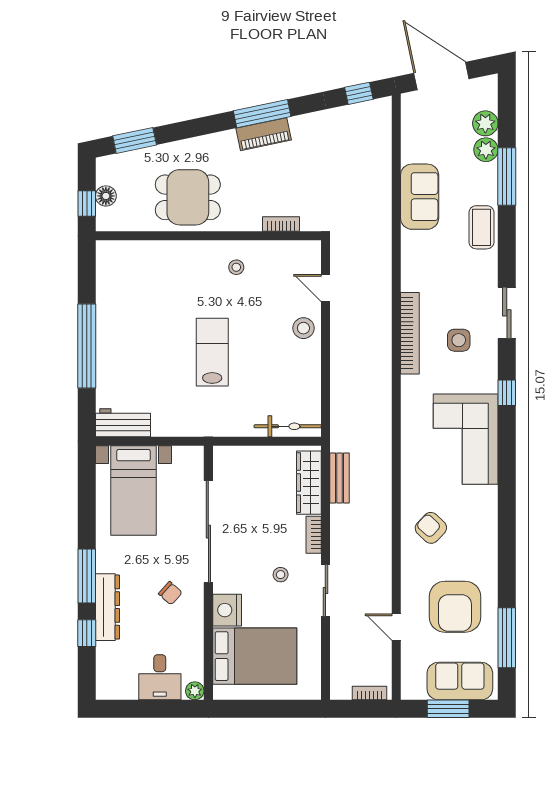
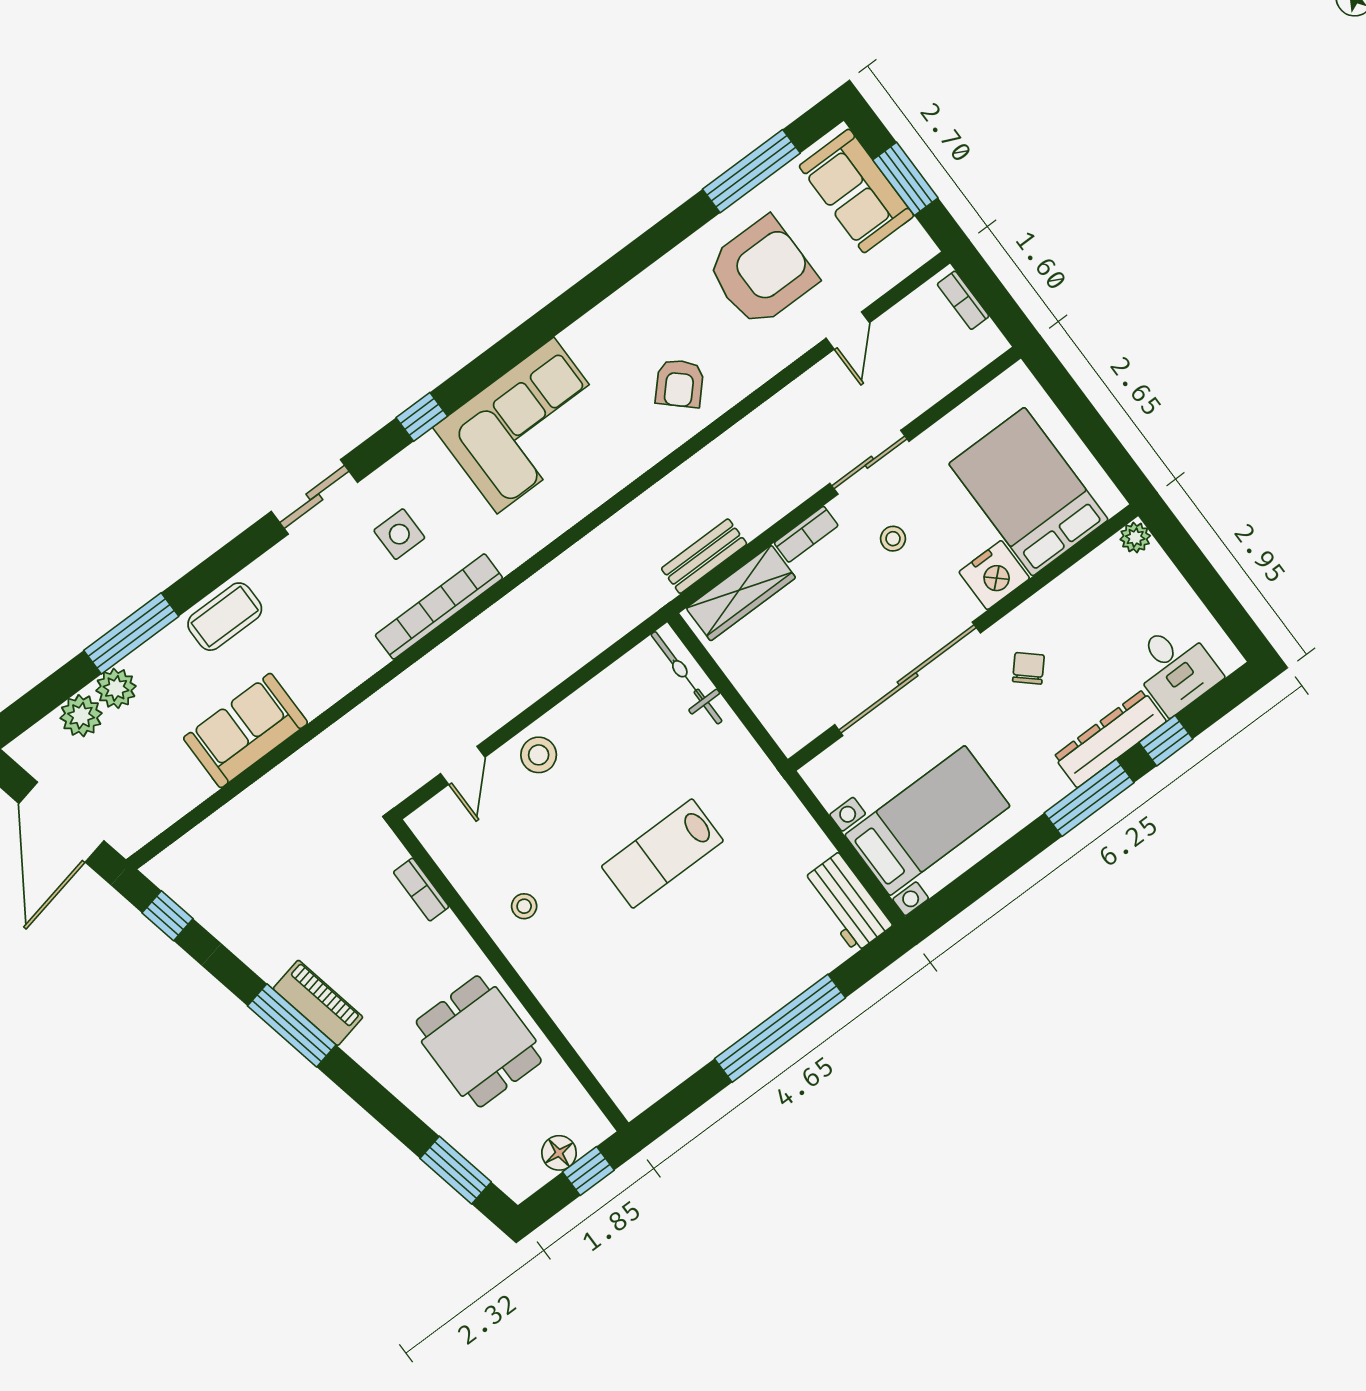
desk: (160, 677) -> (1175, 668), moved, turned 90

